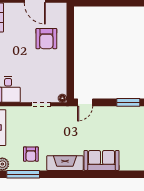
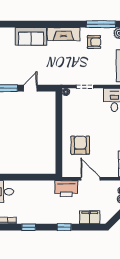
door: (85, 102) -> (30, 88), moved
armchair: (31, 154) -> (94, 42), turned 90

